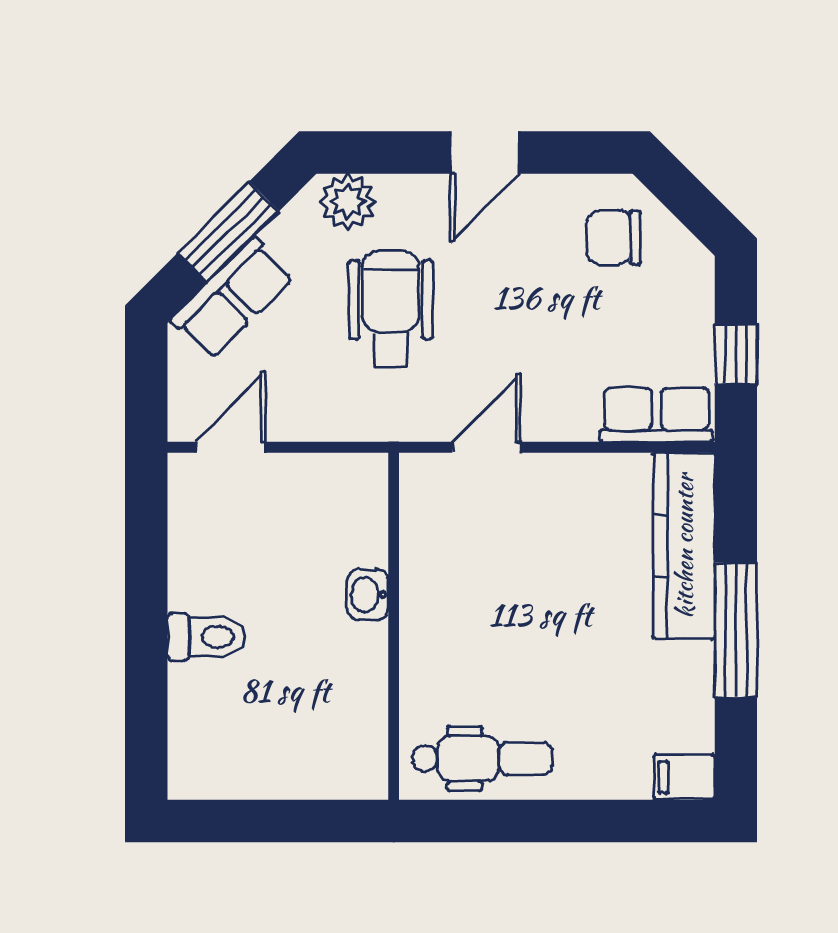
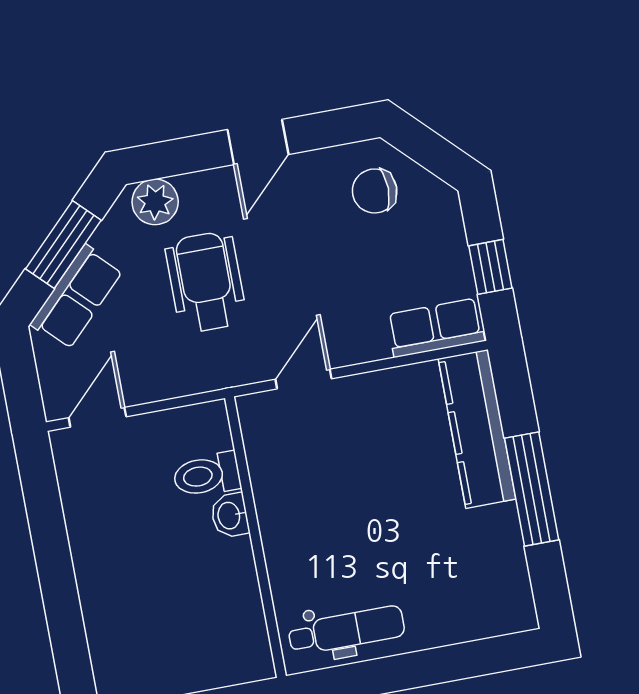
toilet: (207, 637) -> (207, 475), moved, turned 180
filing cabinet: (685, 777) -> (512, 615), removed

